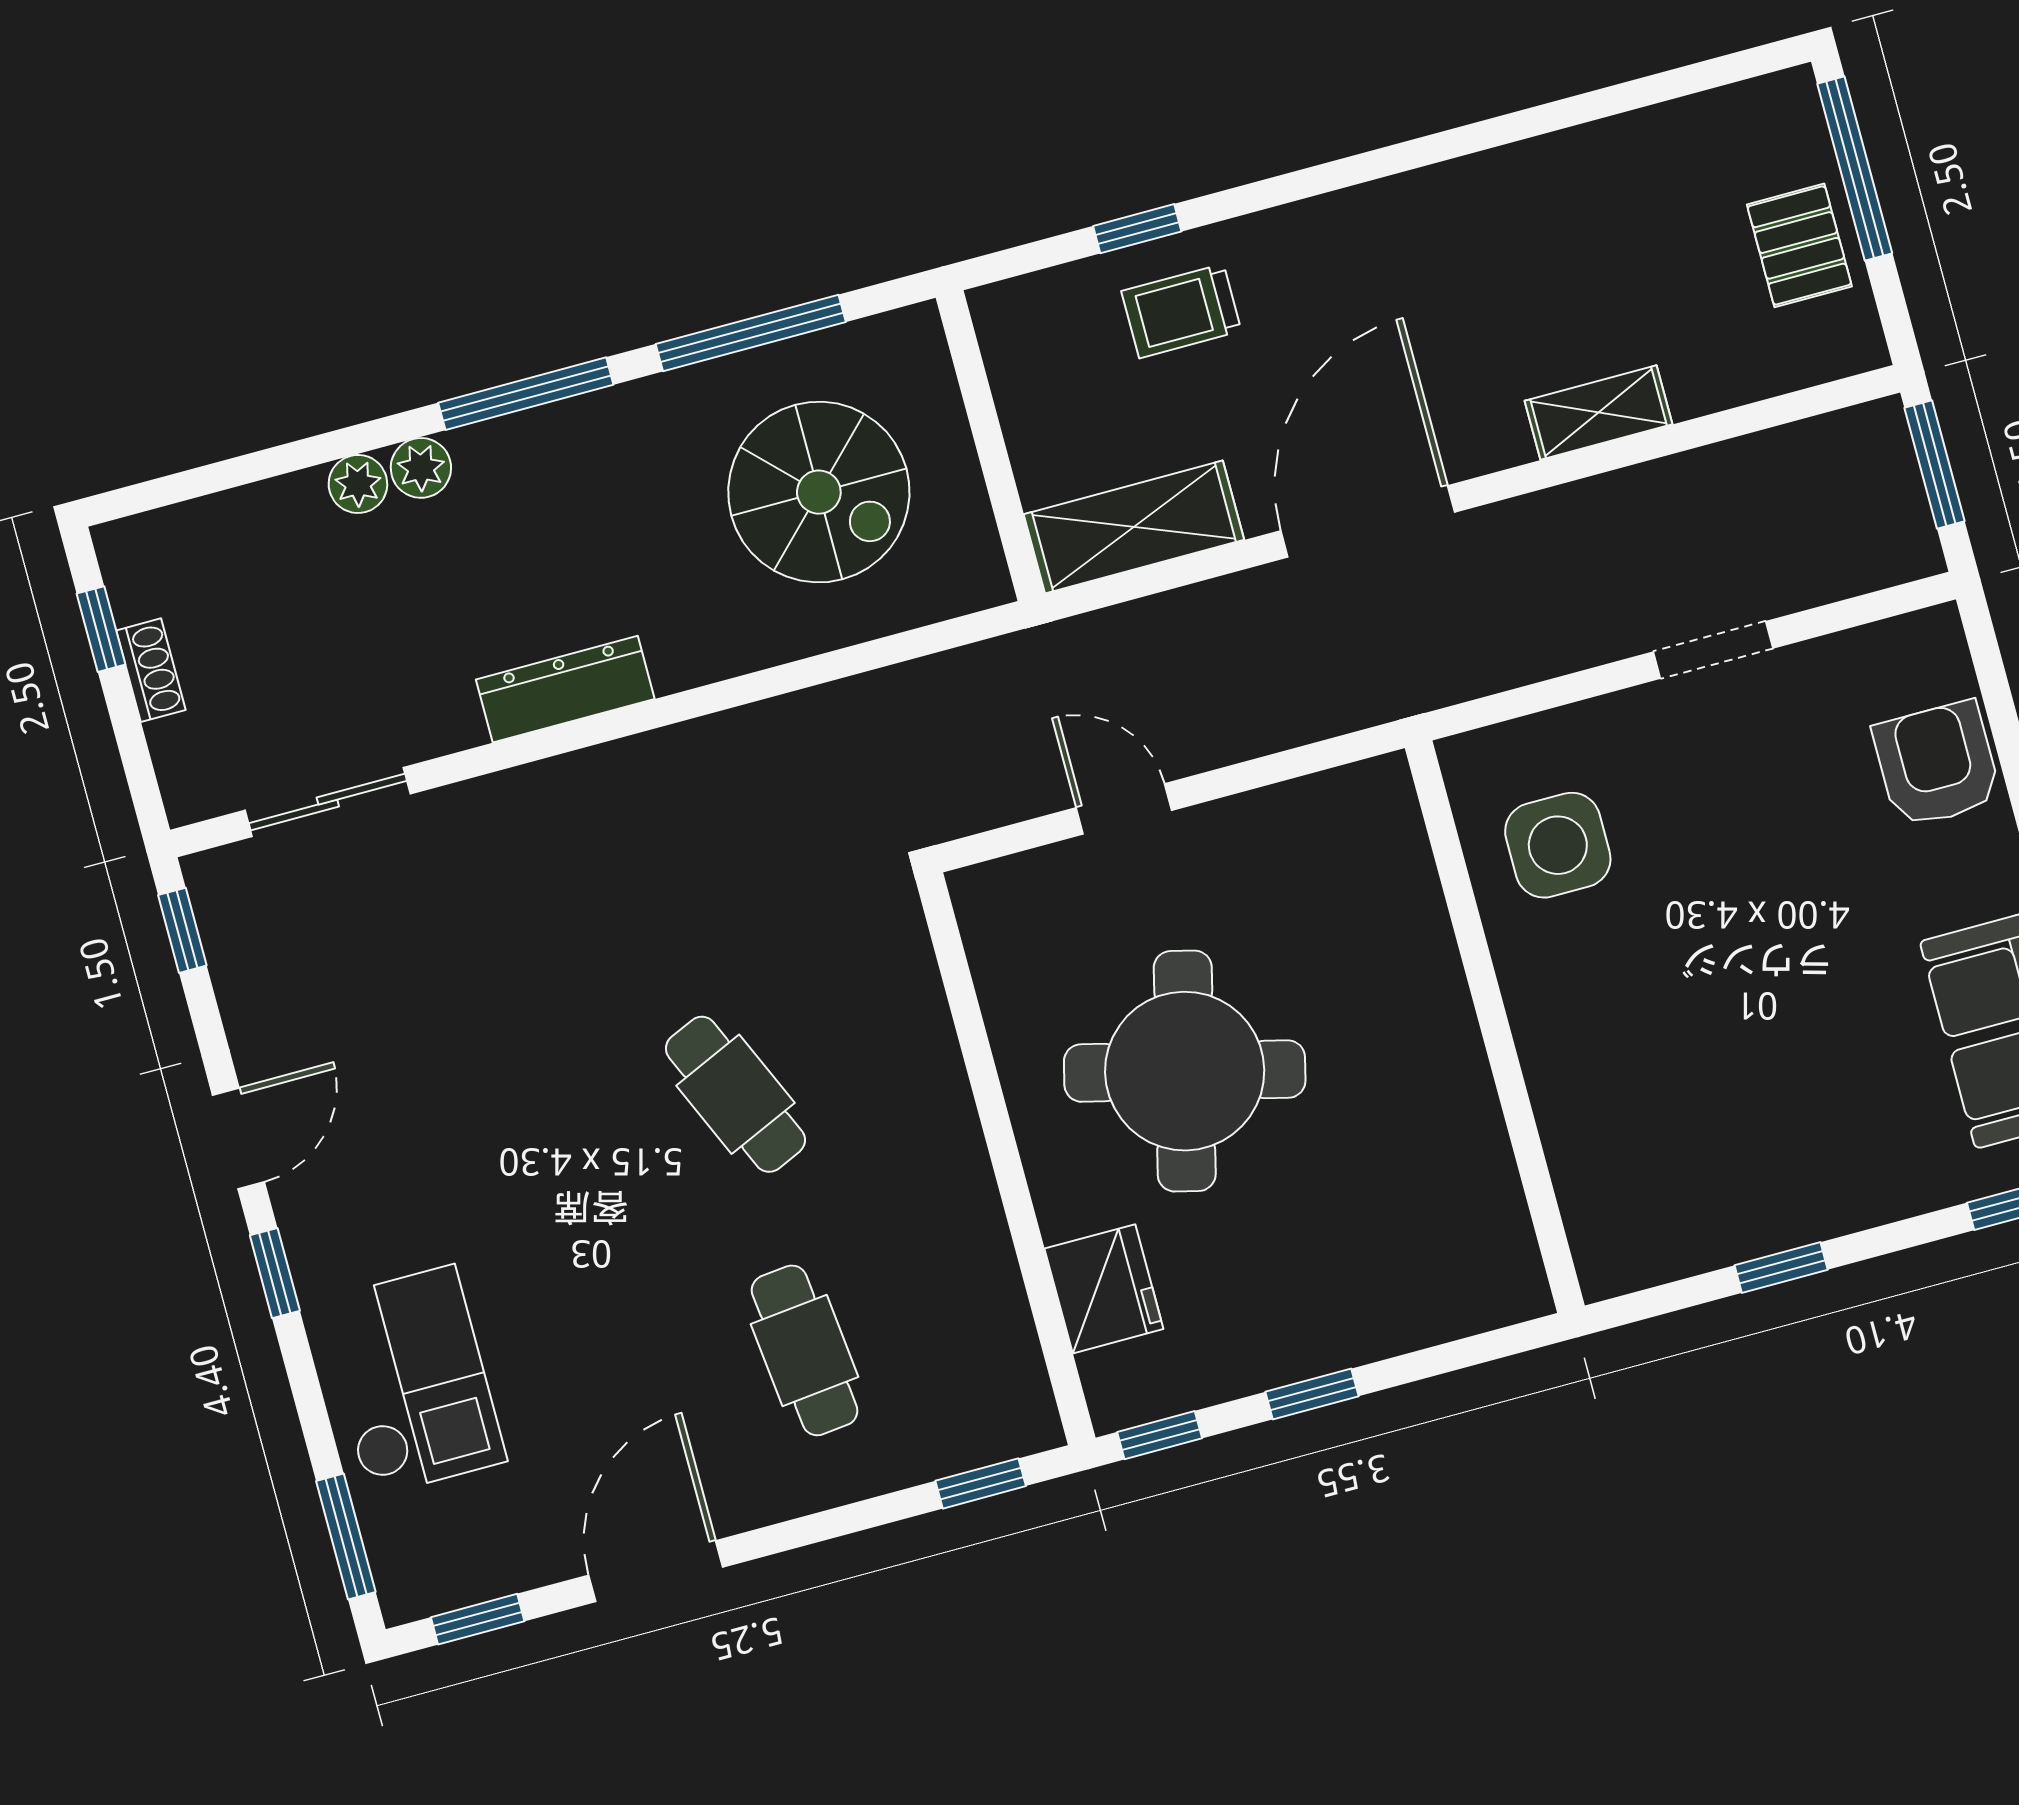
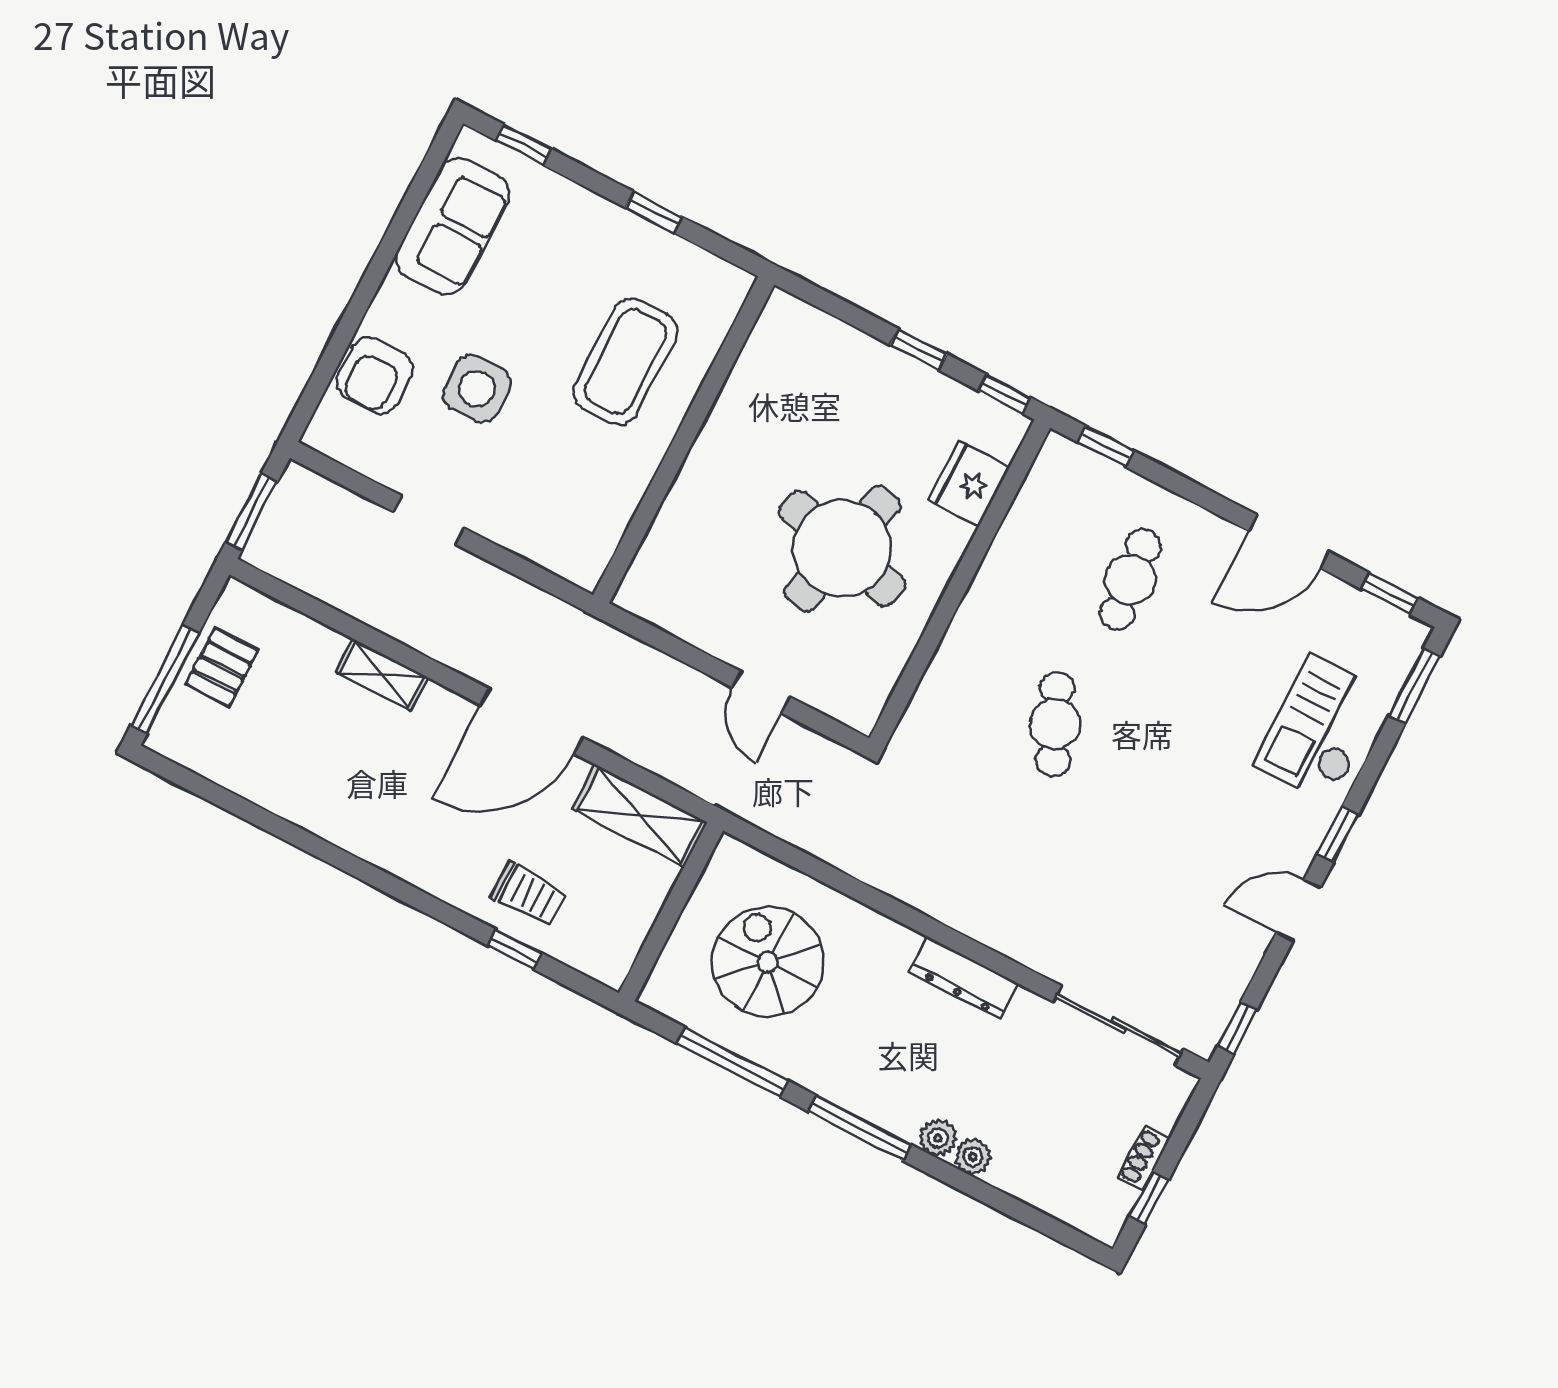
sliding door: (328, 802) -> (1118, 1025), width x1.37
side table: (1558, 845) -> (477, 389), moved
coffee table: (1651, 1057) -> (625, 361), added

